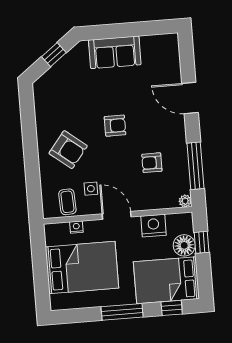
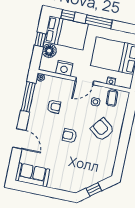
sofa: (115, 52) -> (32, 175), moved
door: (117, 215) -> (85, 81), hinge flipped
window: (202, 242) -> (40, 39), moved

